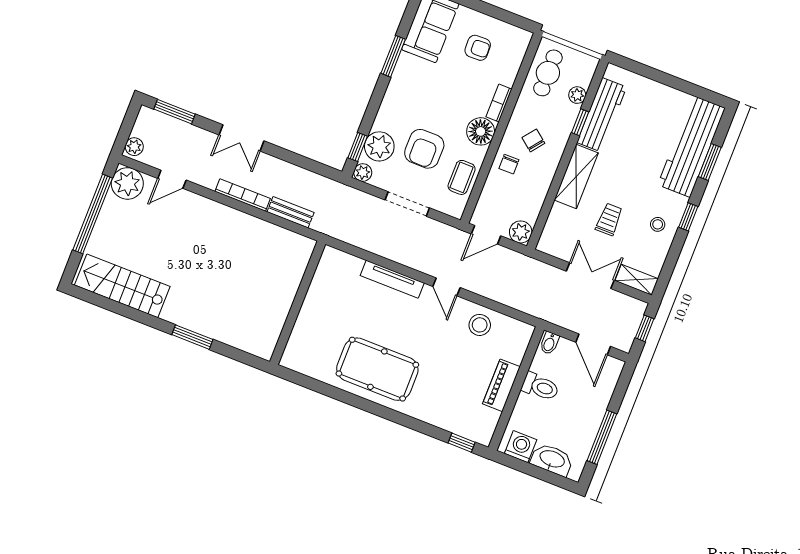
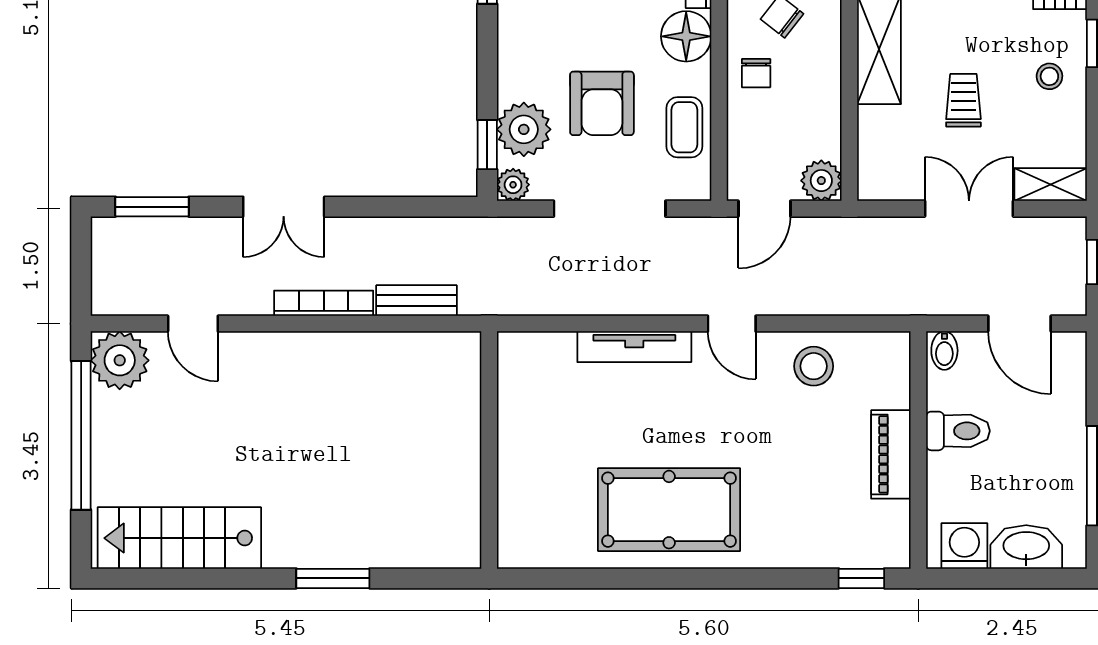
plant: (134, 147) -> (107, 293), removed
door: (172, 179) -> (193, 324), hinge flipped
doorway: (407, 204) -> (610, 209), width x1.36

